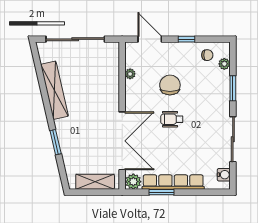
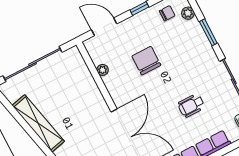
wheelchair: (172, 119) -> (191, 105), moved

